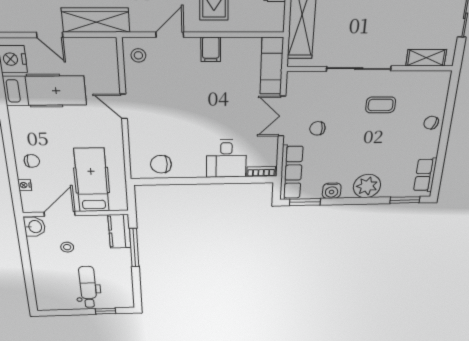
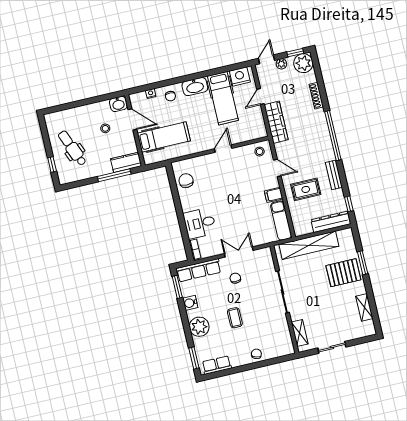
exam couch: (272, 66) -> (281, 221), moved, turned -90
coffee table: (381, 105) -> (235, 318), moved
washbasin: (21, 126) -> (195, 87), added
dental chair: (88, 287) -> (72, 148), turned -112

